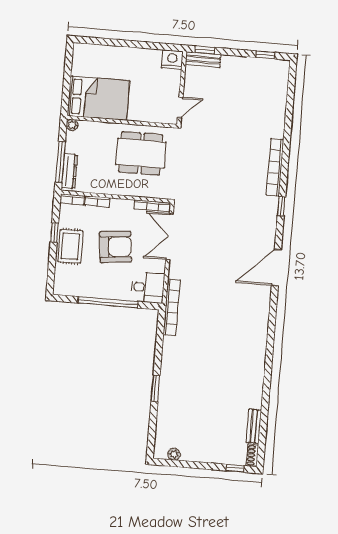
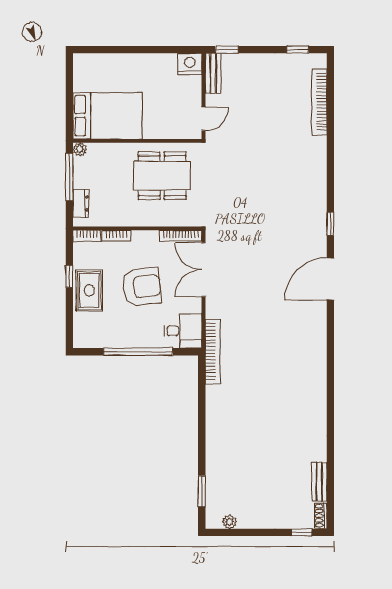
bench: (203, 60) -> (213, 73), moved, turned 90
window: (60, 162) -> (69, 177), moved
bookcase: (275, 167) -> (319, 102), moved
dresser: (69, 171) -> (81, 203), width x0.70
door: (276, 268) -> (330, 279), moved
window: (156, 388) -> (202, 491), moved

